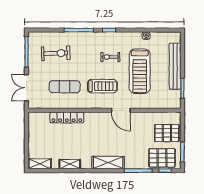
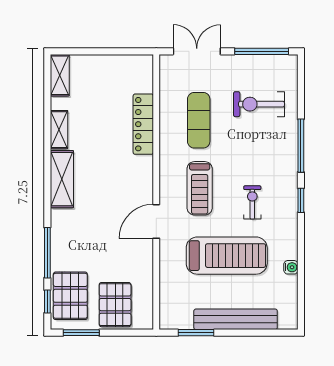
exercise bike: (56, 53) -> (259, 104), turned 92
treadmill: (140, 71) -> (227, 256), turned 180
shelving: (108, 163) -> (62, 179), moved

